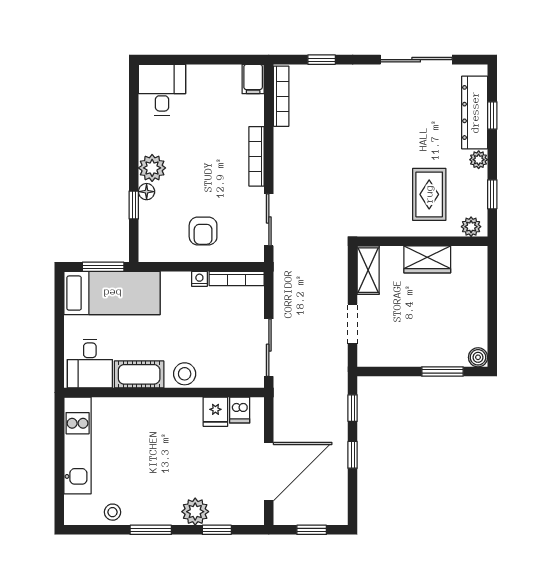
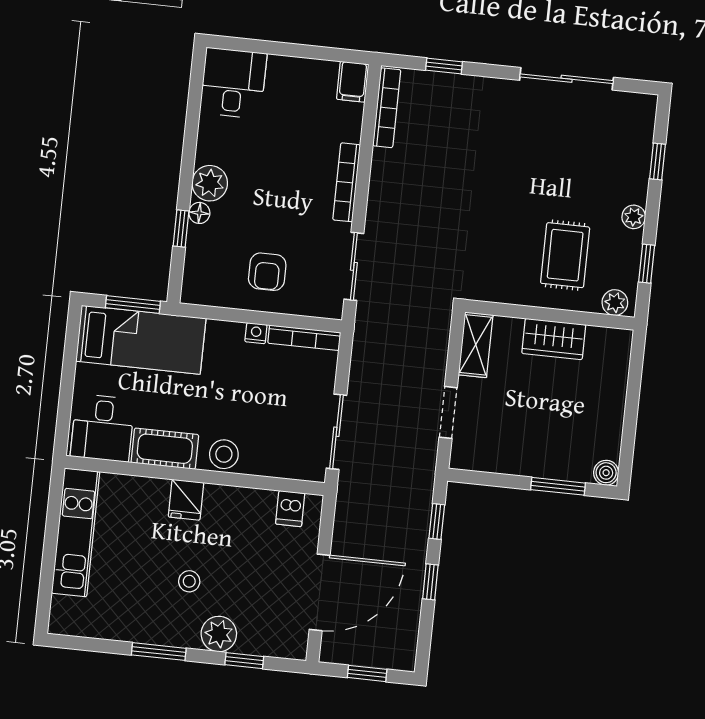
dresser: (475, 112) -> (635, 155), removed
fridge: (215, 412) -> (186, 500), moved
stool: (112, 512) -> (189, 581), moved

